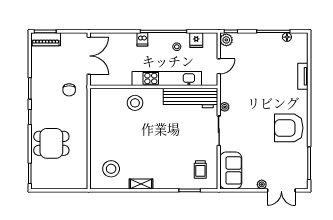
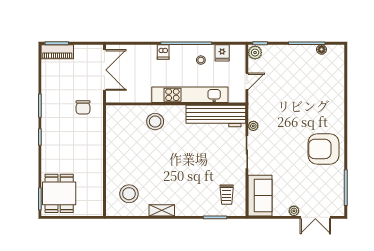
tv unit: (303, 76) -> (339, 92), removed
dining table: (51, 143) -> (59, 193), moved, turned 90

